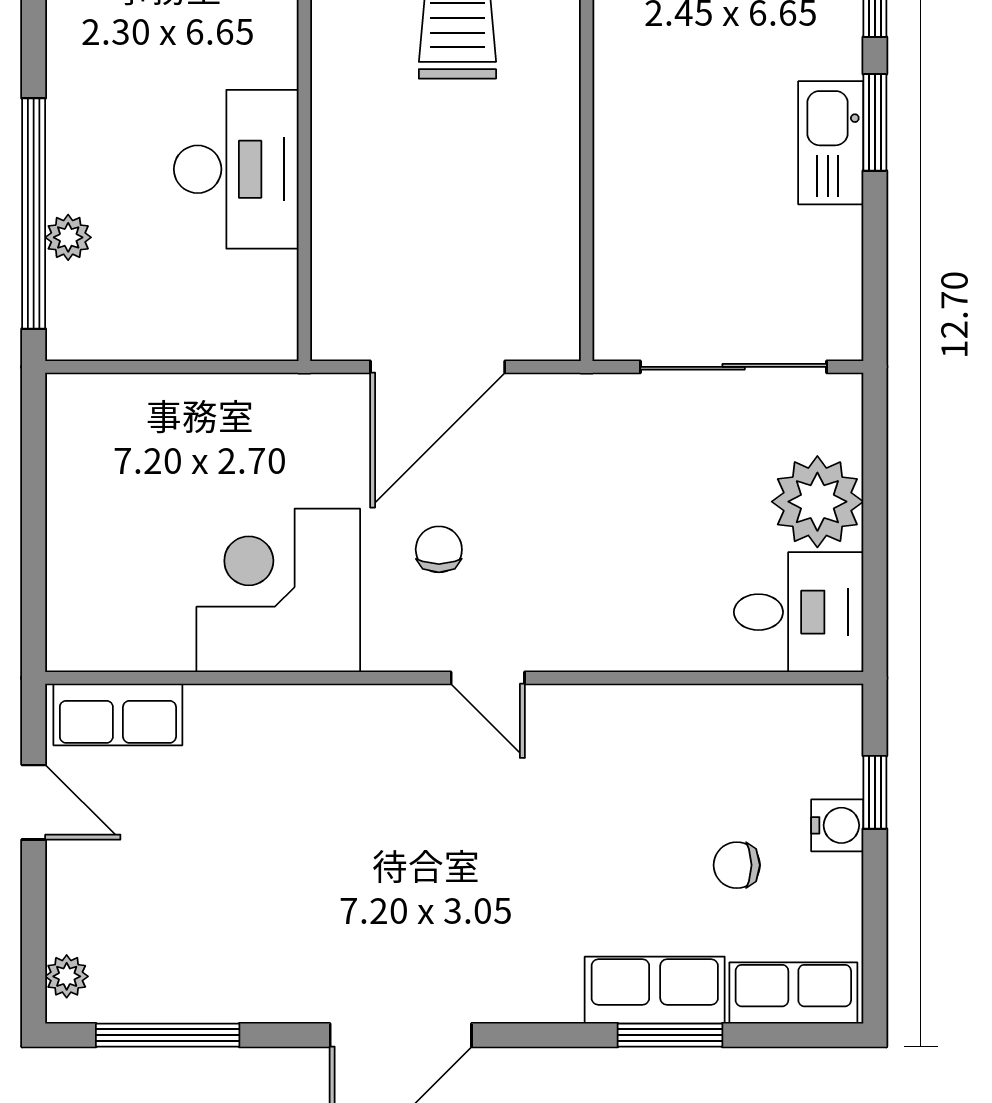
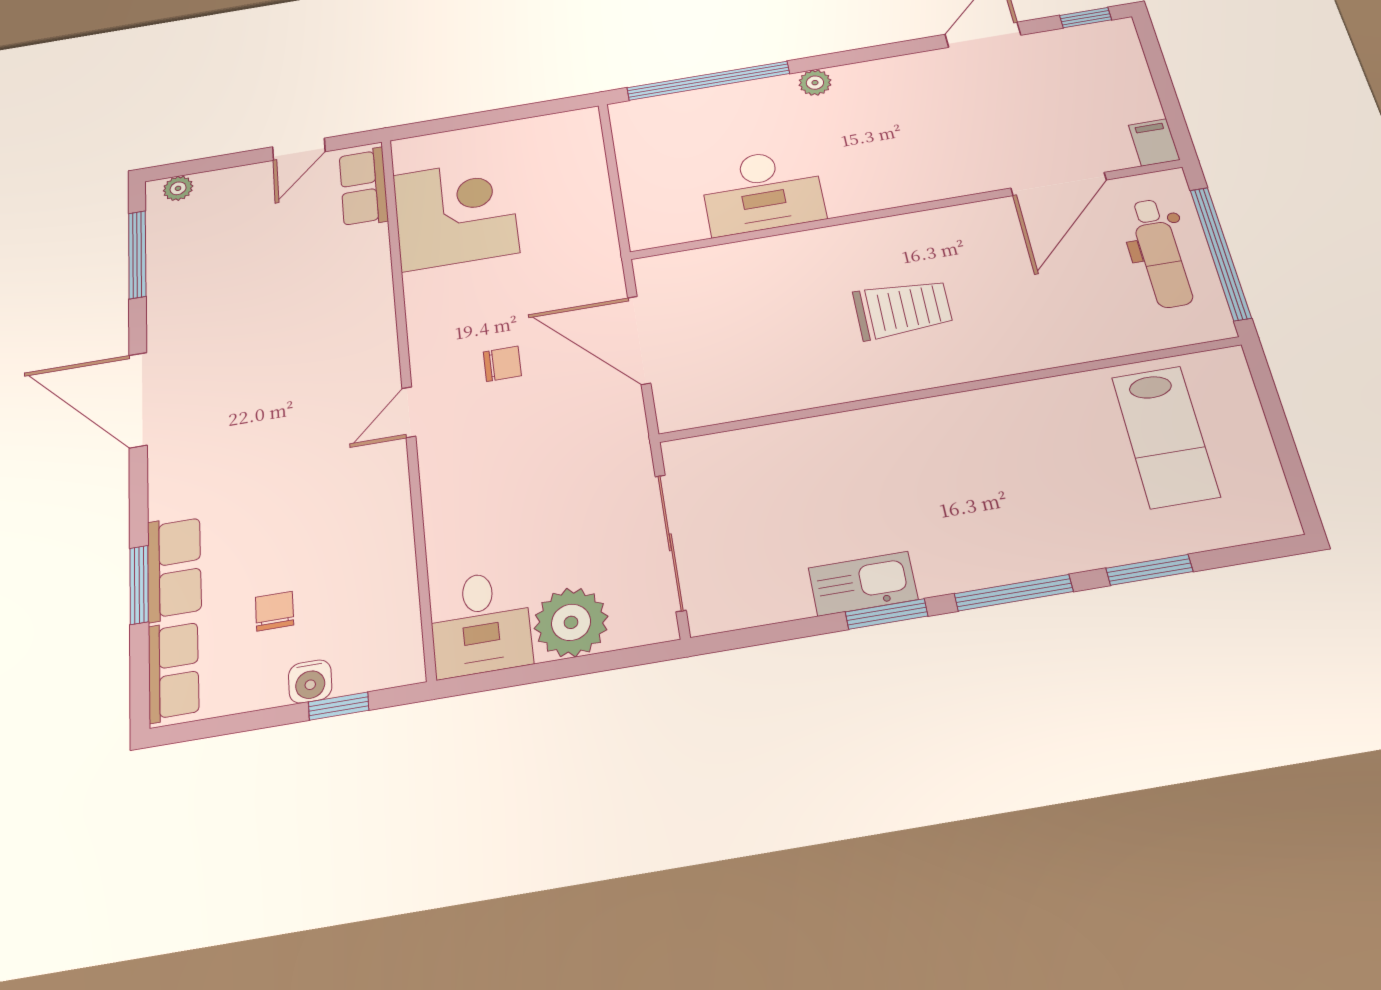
plant: (68, 237) -> (815, 83), moved
corner desk: (278, 590) -> (456, 214), moved

